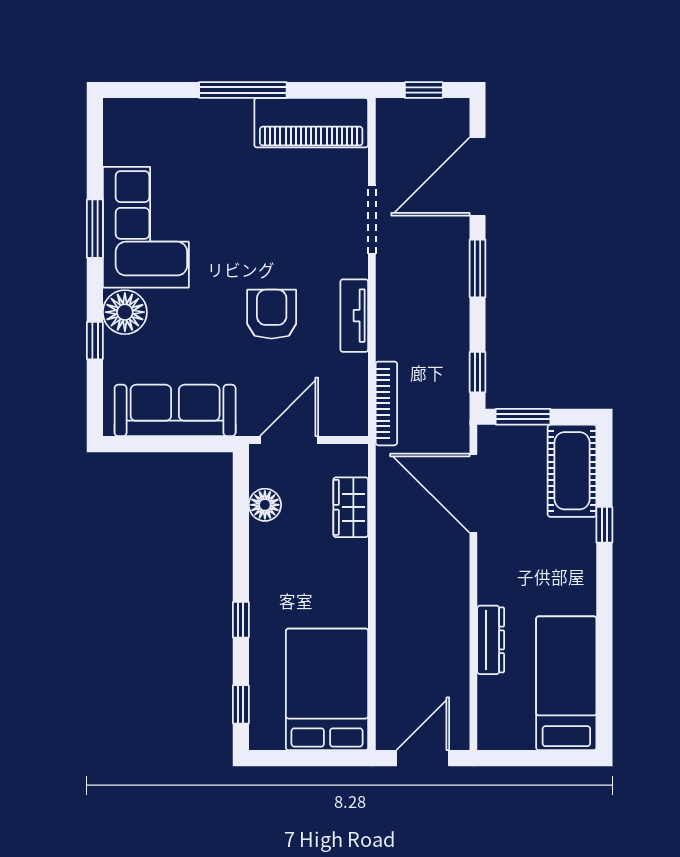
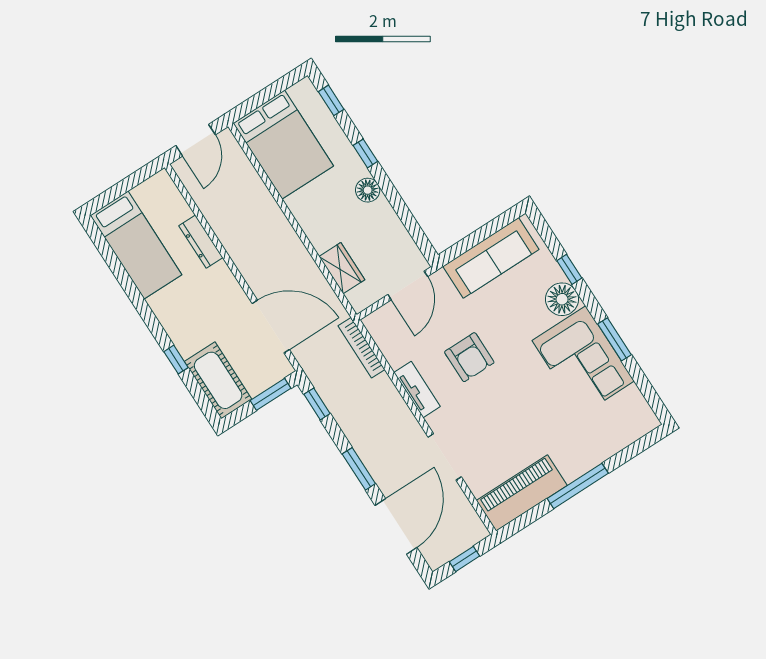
floor lamp: (265, 505) -> (368, 190), moved

